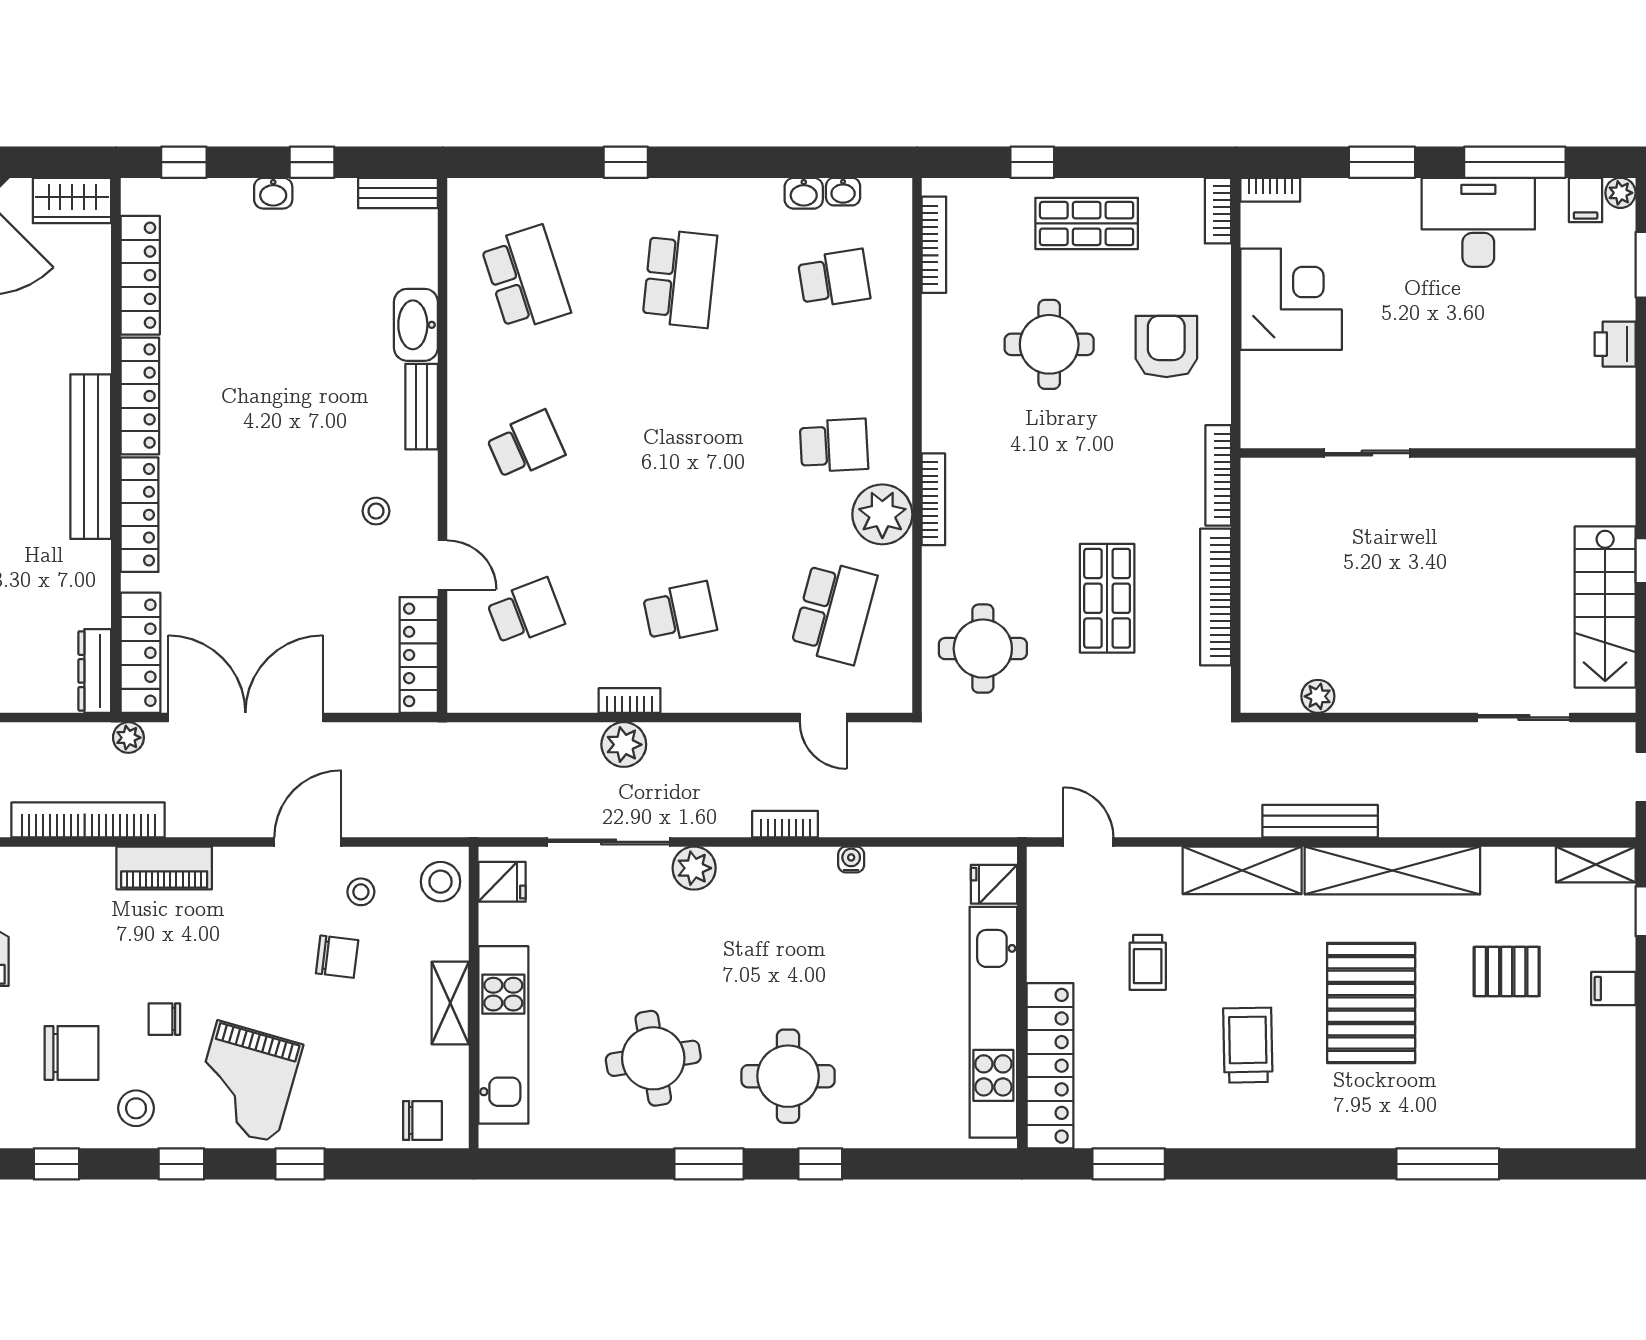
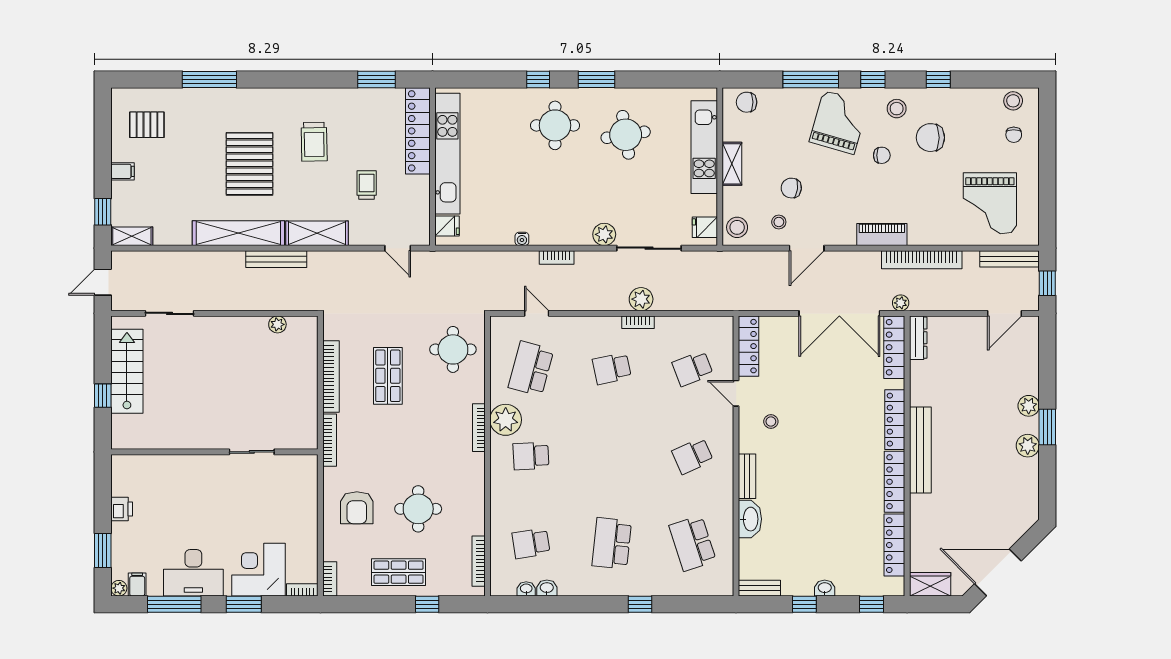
corner desk: (1291, 299) -> (259, 570), moved, turned 90
pallet: (1507, 971) -> (147, 125), moved
window: (300, 1164) -> (811, 79), width x2.17

